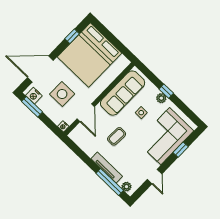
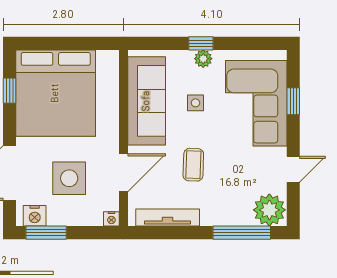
door: (86, 113) -> (123, 173), hinge flipped
tv unit: (107, 168) -> (168, 218), moved
door: (155, 177) -> (293, 169), hinge flipped
plant: (126, 187) -> (269, 210), width x1.87, depth x1.87

